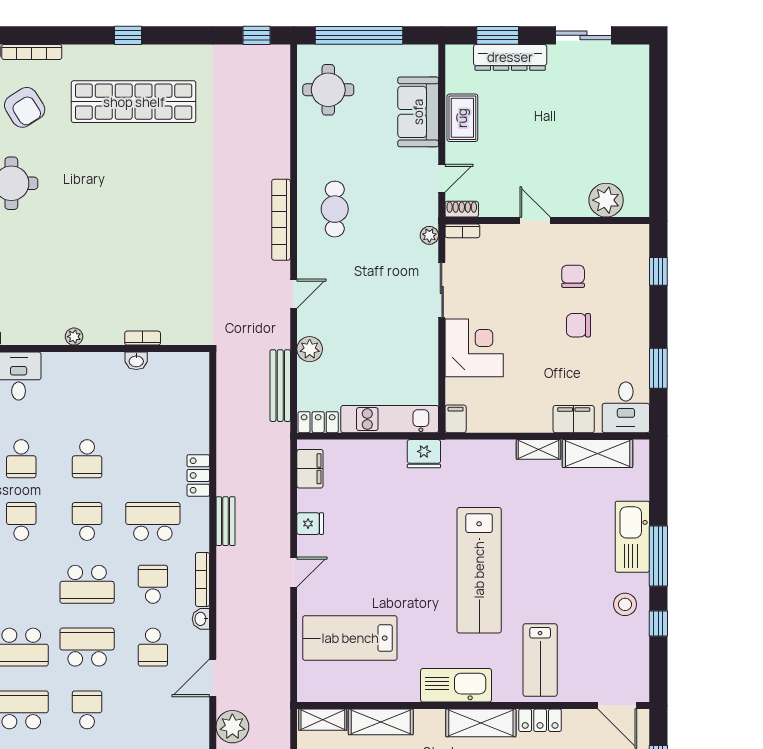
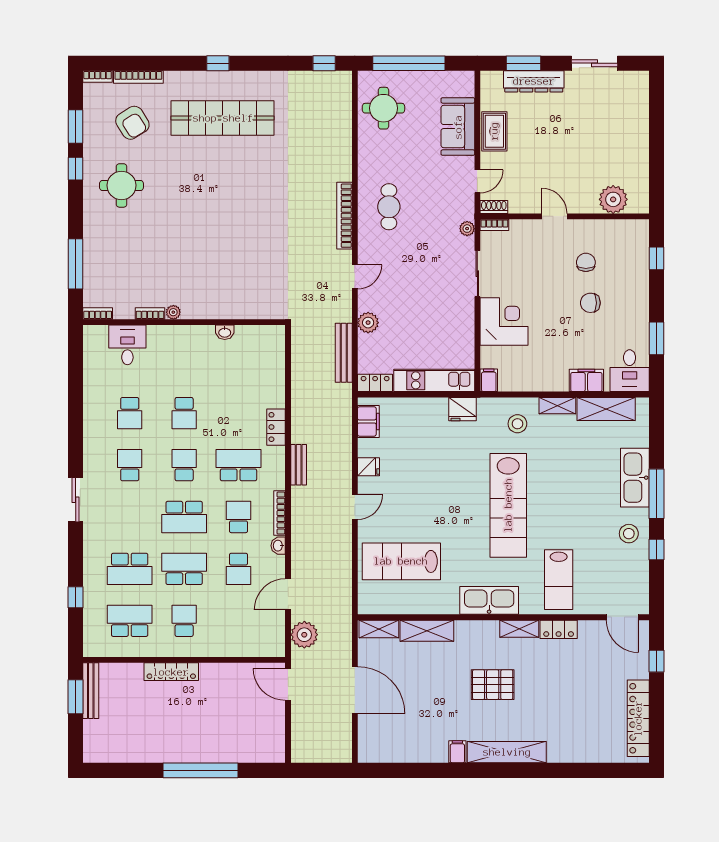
bookcase: (143, 338) -> (150, 313), moved
stool: (490, 471) -> (517, 424), added
shelving: (481, 723) -> (519, 629), width x0.67, depth x0.75

